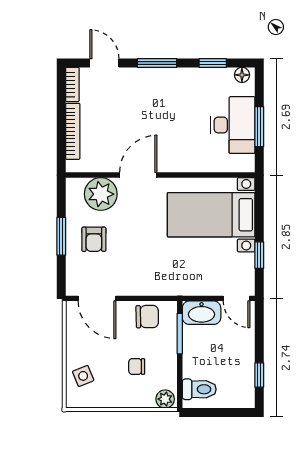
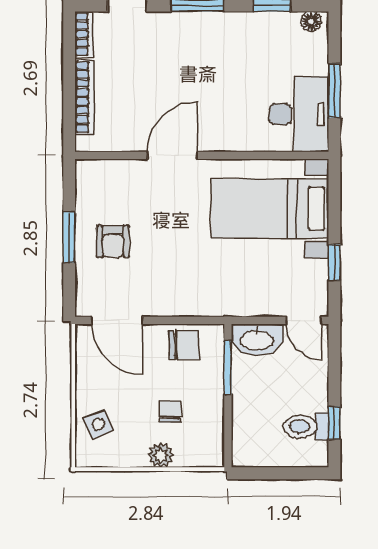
desk: (233, 125) -> (299, 114), moved
plant: (101, 194) -> (122, 181), removed
chair: (137, 367) -> (170, 412), turned 90
toilet: (199, 389) -> (306, 426), moved, turned 180
plant: (165, 399) -> (161, 455), moved

